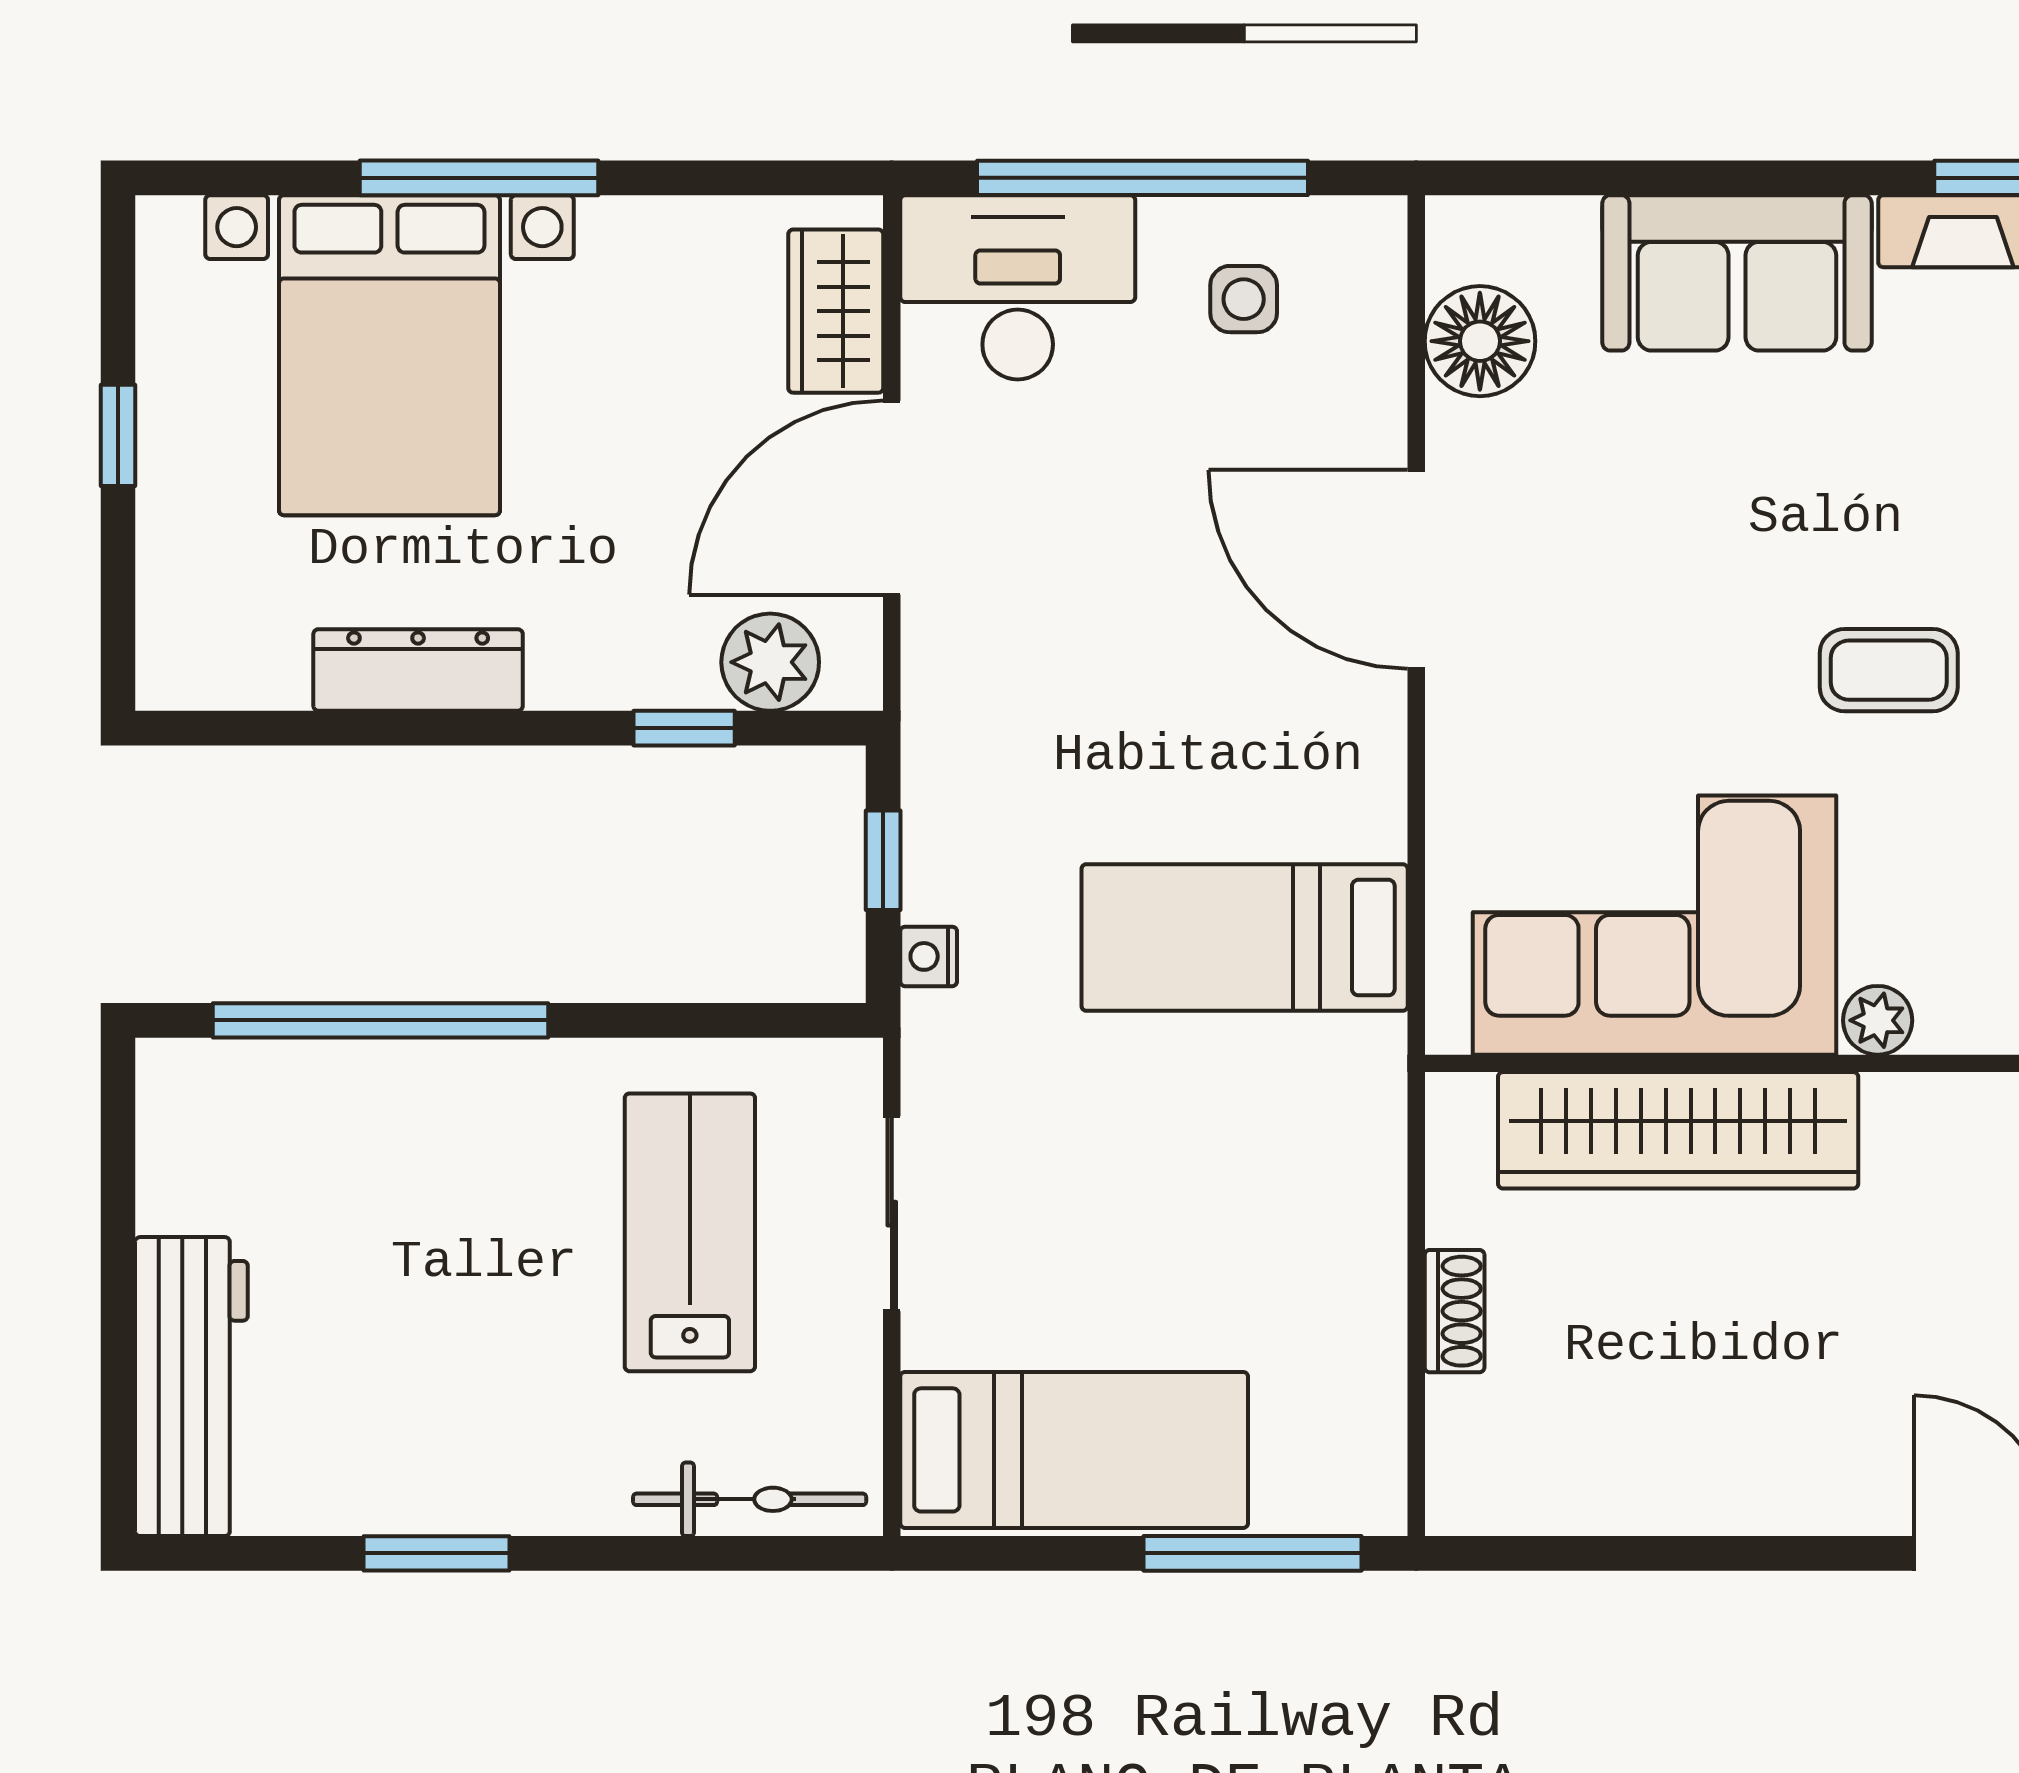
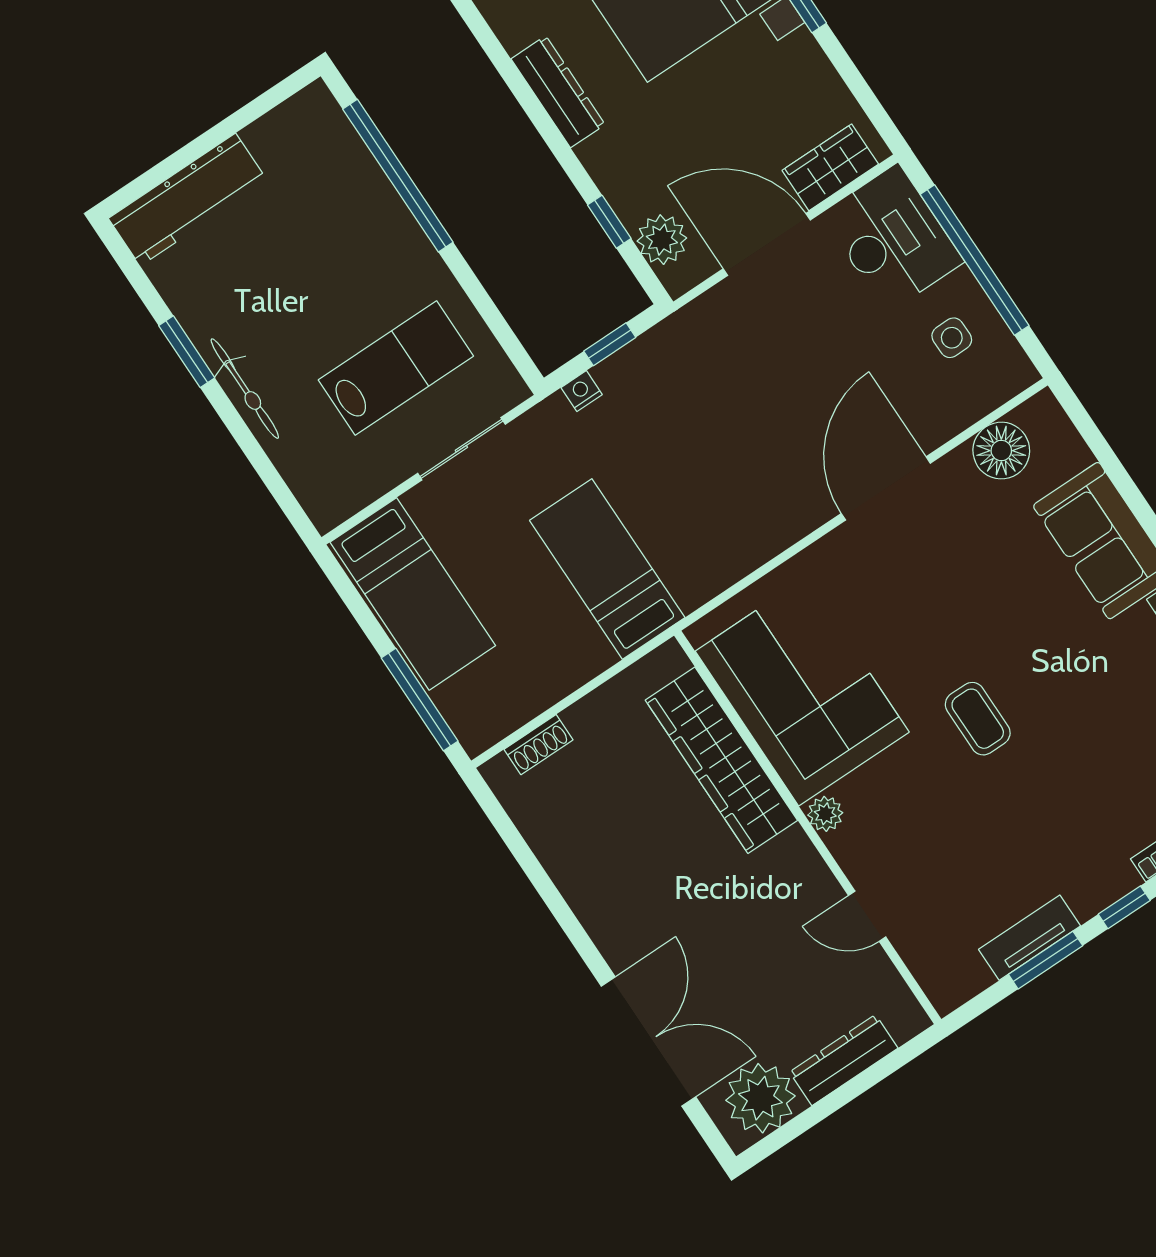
bed: (1245, 938) -> (607, 569), moved
shoe rack: (1455, 1311) -> (539, 745), moved
bicycle: (750, 1499) -> (245, 389), moved

